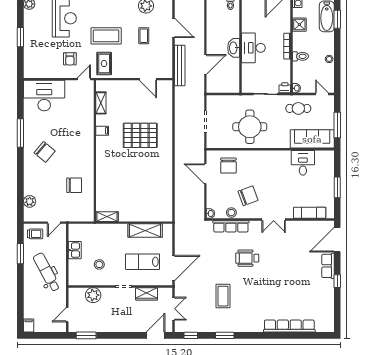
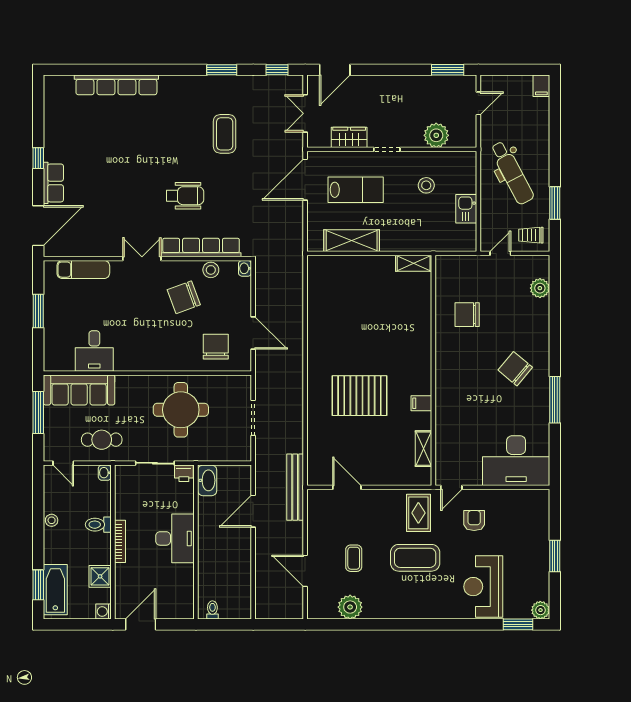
washbasin: (234, 48) -> (207, 480), moved
bench: (180, 65) -> (295, 487), moved
printer: (285, 88) -> (184, 473), moved
row of seats: (231, 226) -> (201, 247), width x1.36

